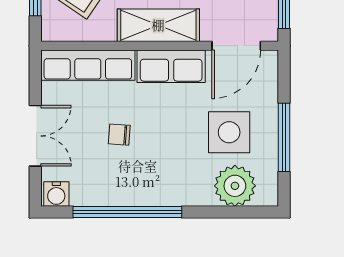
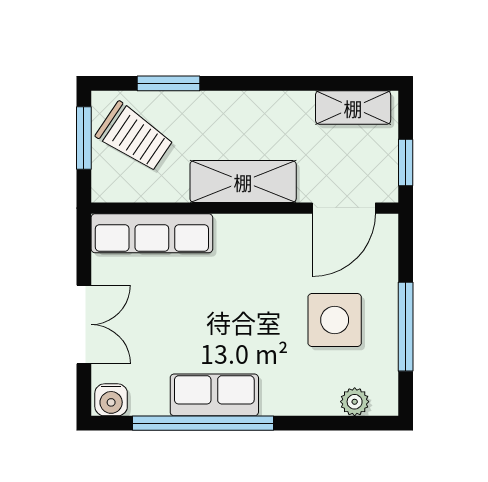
row of seats: (171, 66) -> (214, 395), moved, turned 180
chair: (119, 135) -> (192, 323), removed
plant: (235, 186) -> (355, 402), width x0.53, depth x0.53

